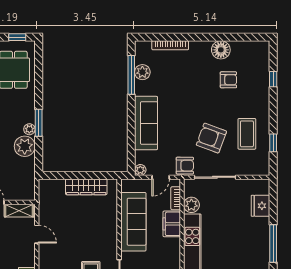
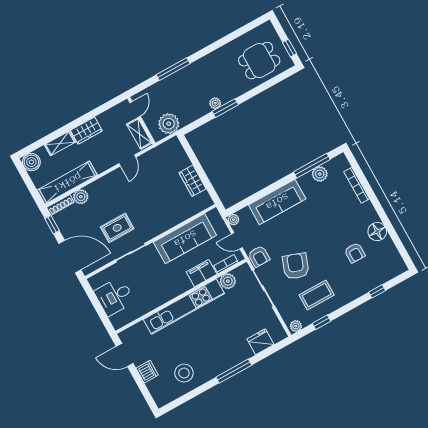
plant: (25, 146) -> (169, 124), moved
plant: (264, 167) -> (296, 326), added
wardrobe: (86, 187) -> (192, 181), width x0.67

